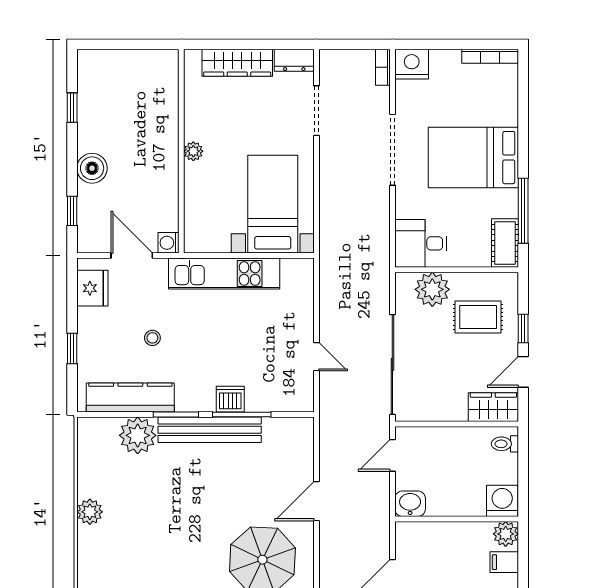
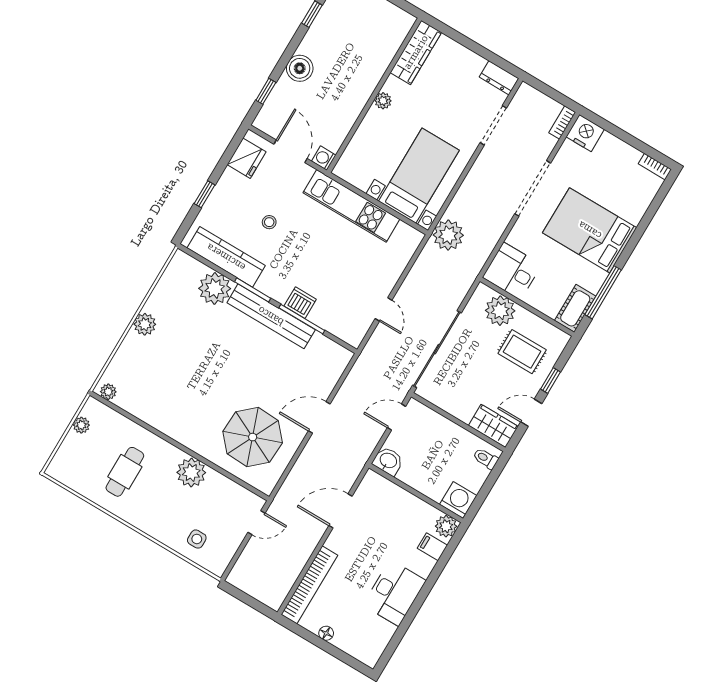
bookcase: (490, 56) -> (655, 167), width x0.64
wardrobe: (237, 63) -> (416, 52), moved, turned -90
plant: (337, 245) -> (448, 235), added

